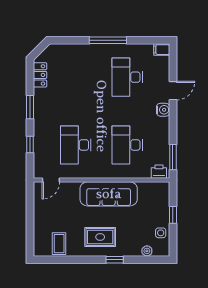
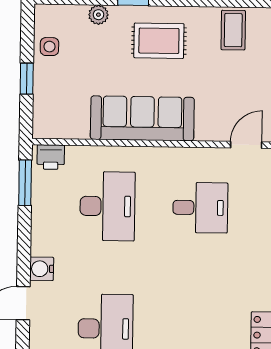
desk: (76, 145) -> (200, 208), width x0.73
plant: (147, 251) -> (98, 15), moved

